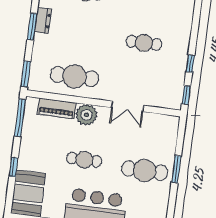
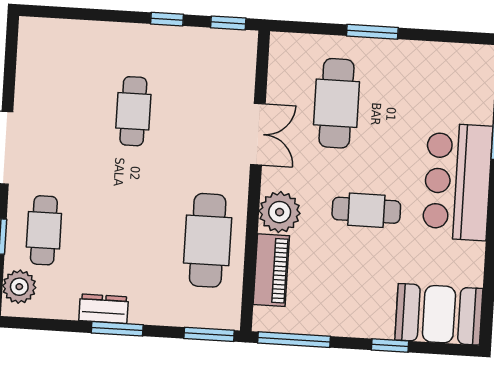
cafe table: (84, 160) -> (366, 210), turned 90
cafe table: (145, 171) -> (337, 103), moved

